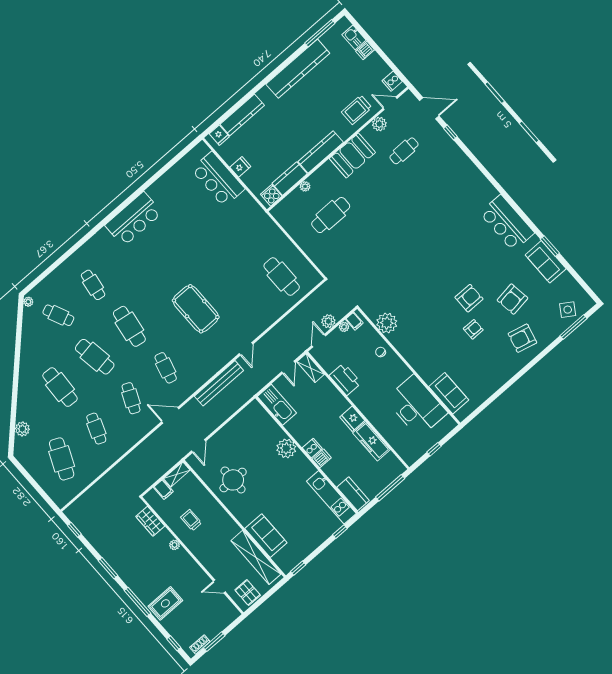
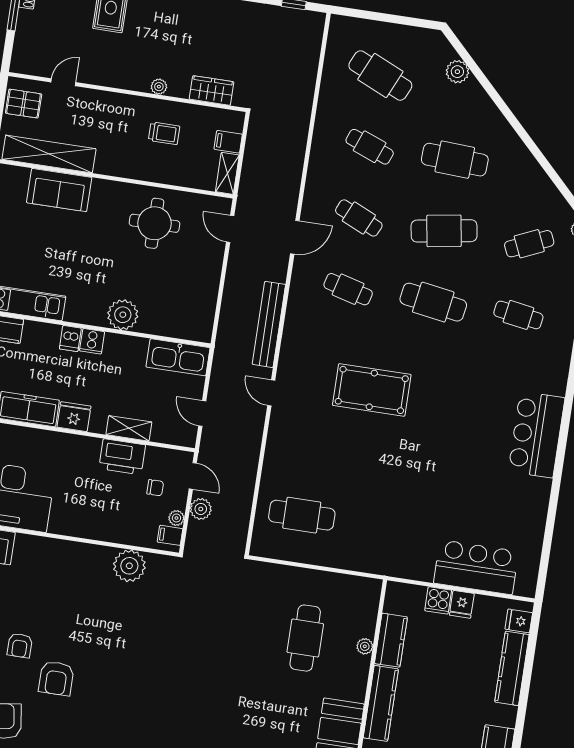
cooker: (271, 195) -> (438, 600), moved, turned 90
chair: (381, 352) -> (155, 488), moved
shelving: (311, 368) -> (129, 428), moved

